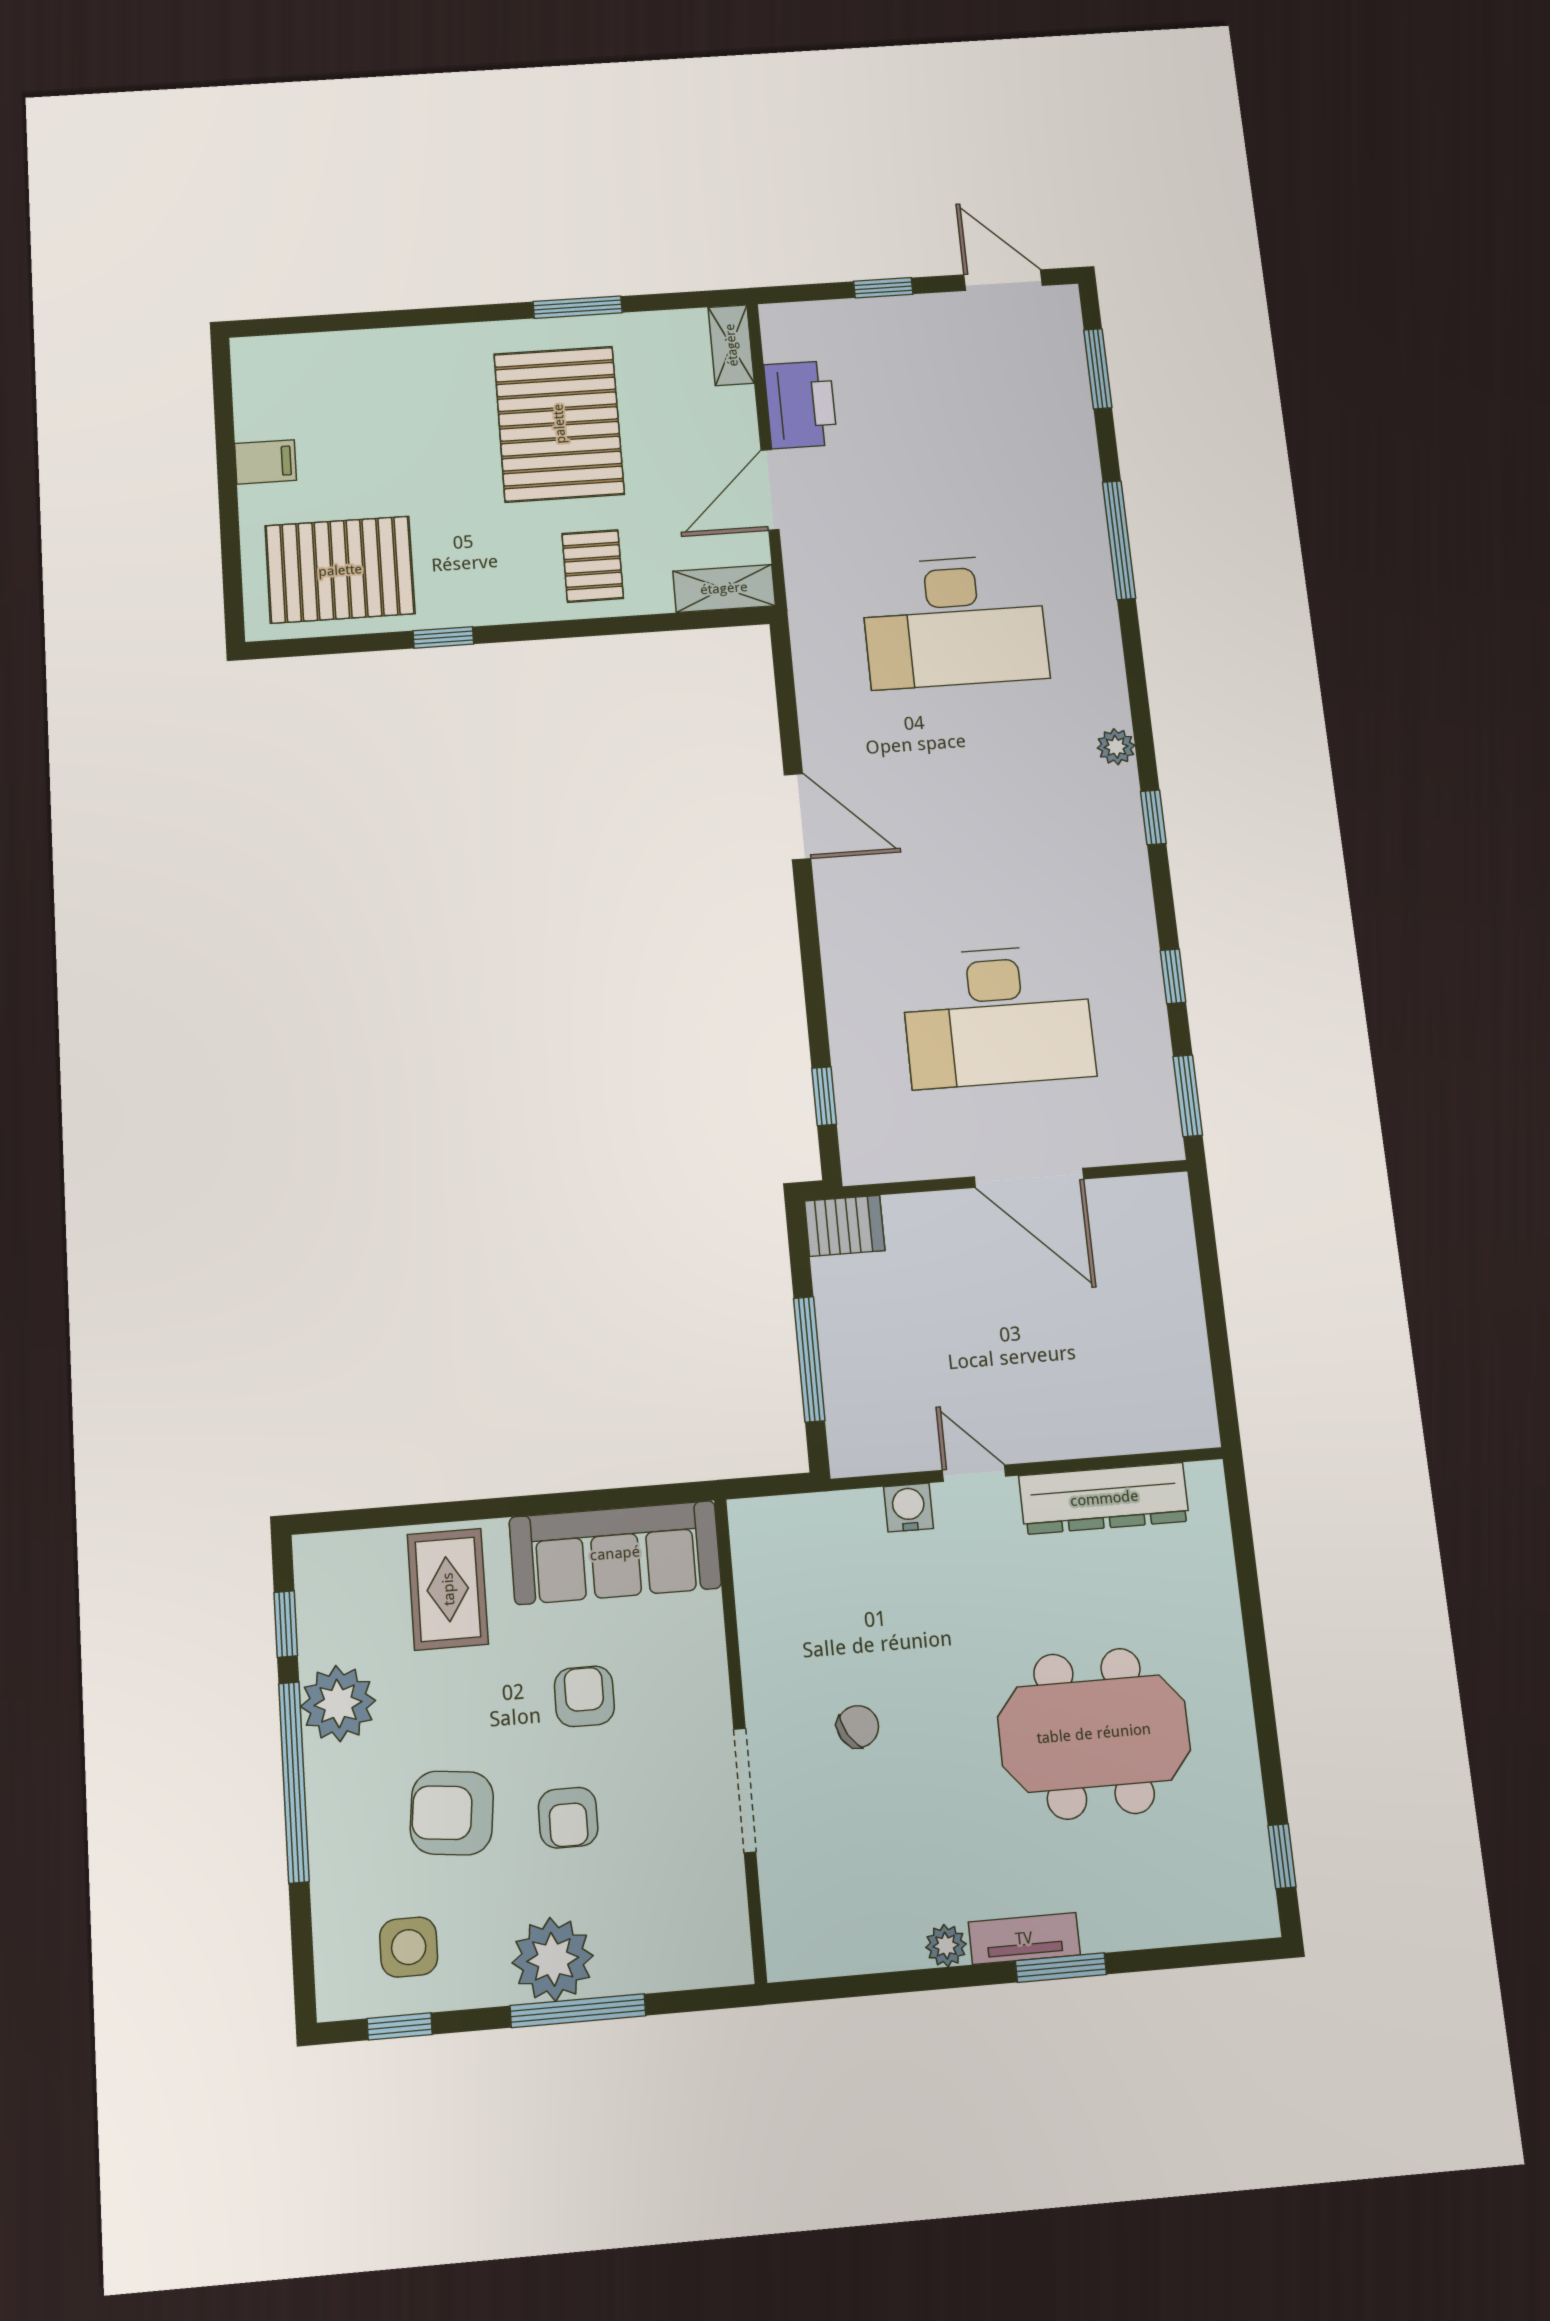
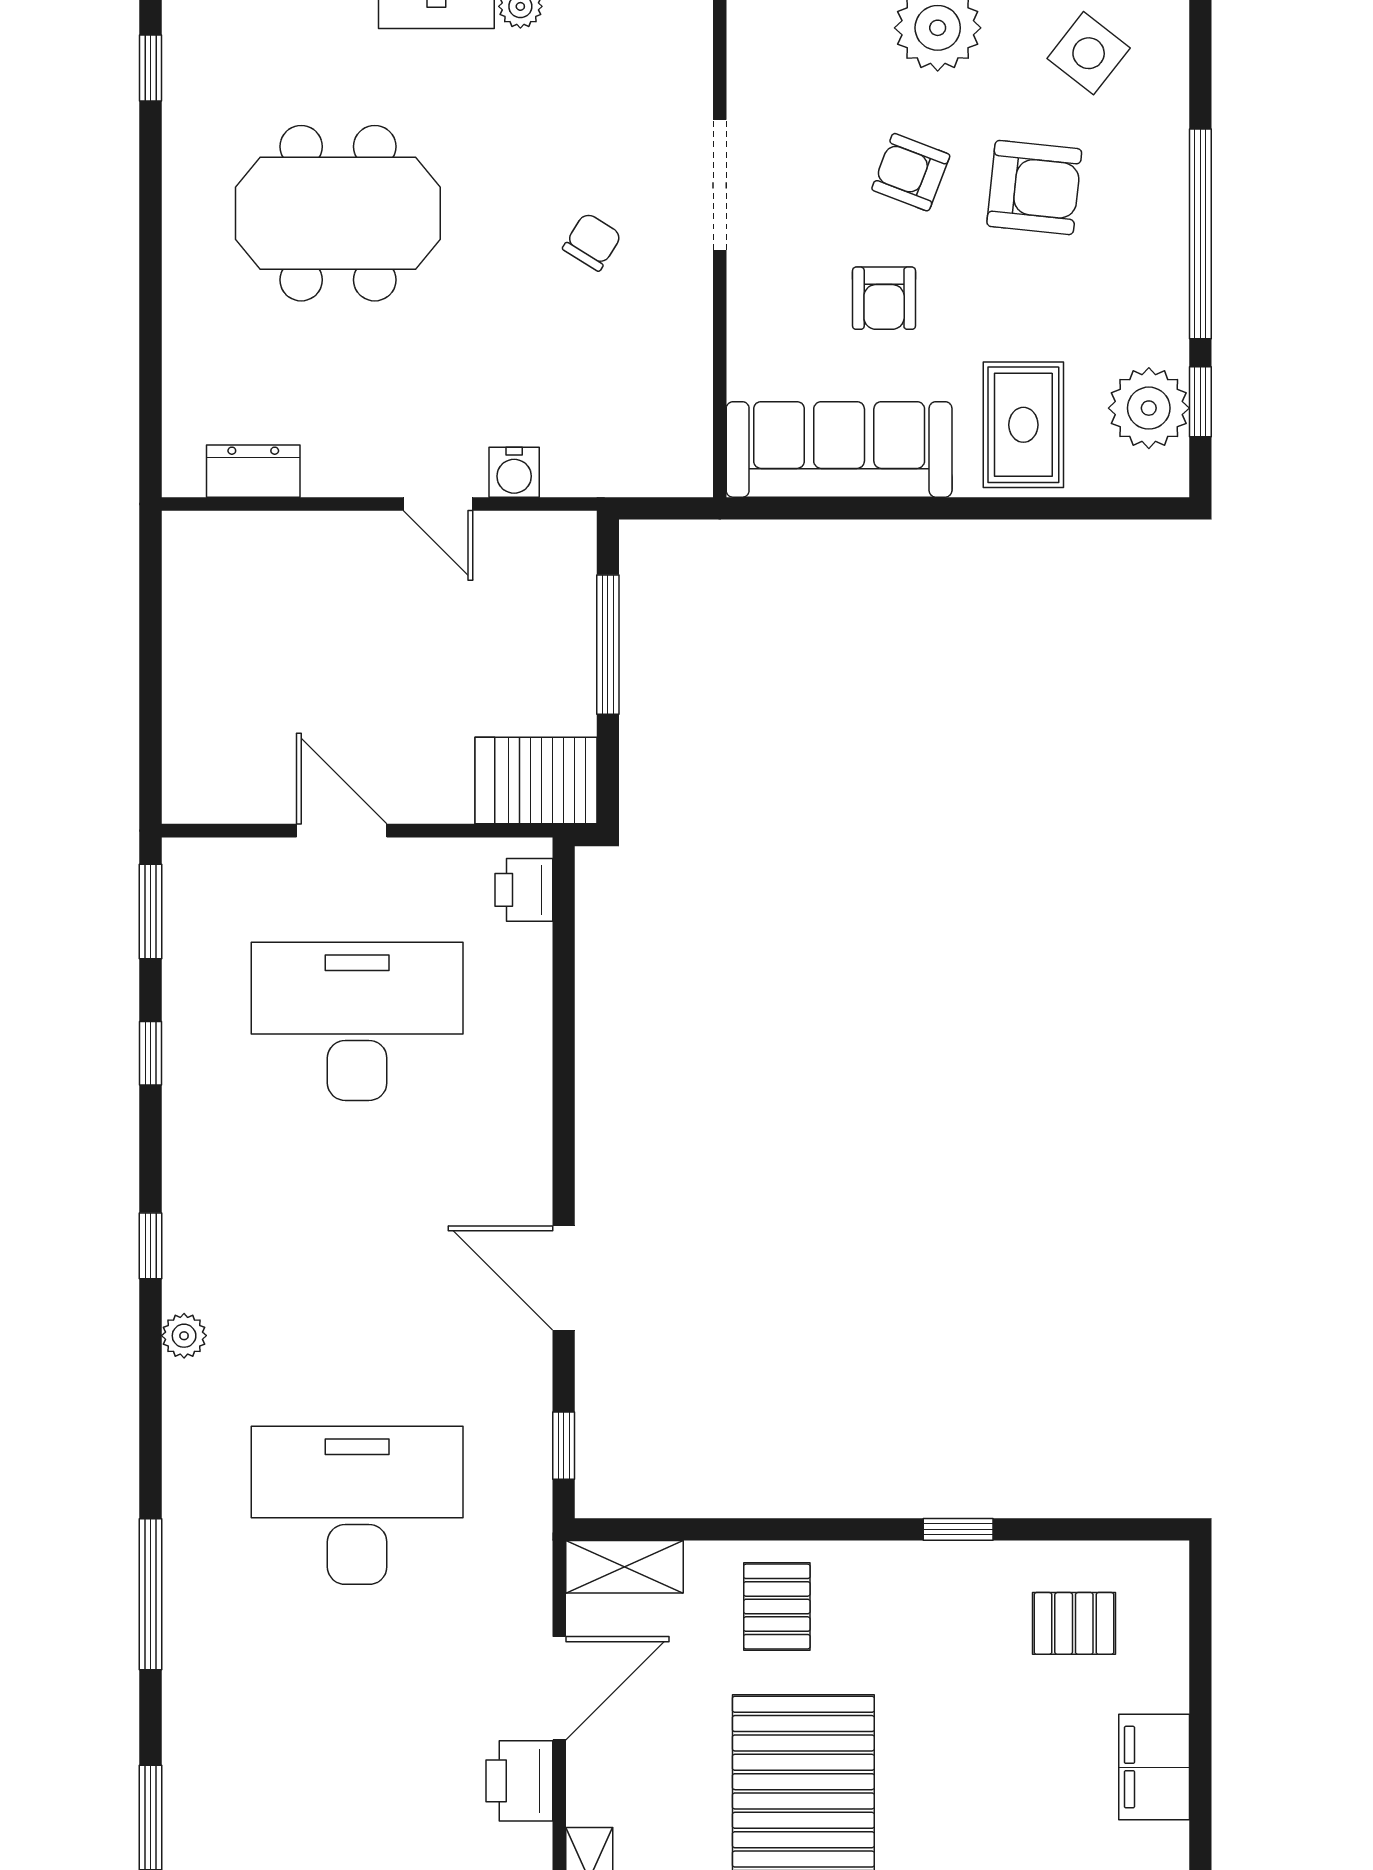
printer: (801, 405) -> (519, 1781), width x0.73, depth x0.84
filing cabinet: (266, 462) -> (1154, 1767), width x2.00
pallet: (340, 570) -> (1074, 1623), width x0.49, depth x0.50
window: (824, 1096) -> (564, 1446), moved
printer: (863, 1139) -> (524, 890), added
door: (1029, 1178) -> (342, 831), width x0.73
server rack: (845, 1226) -> (536, 781), width x1.36, depth x1.44
dresser: (1104, 1498) -> (253, 471), width x0.51, depth x0.80
plant: (338, 1704) -> (1149, 408), moved
chair: (858, 1727) -> (592, 242), turned 153
armchair: (568, 1818) -> (911, 172), turned -69
side table: (409, 1947) -> (1089, 53), turned 38

